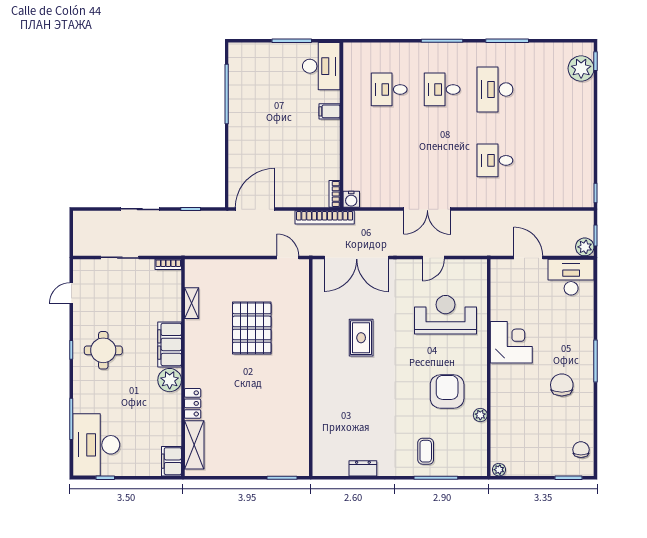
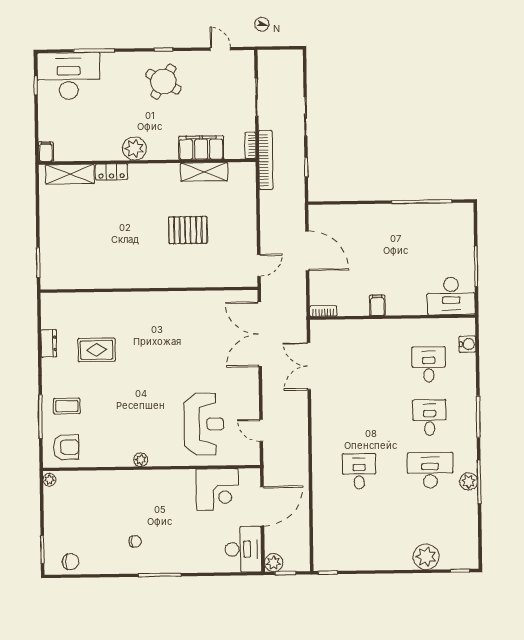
plant: (507, 51) -> (469, 481), added
plant: (581, 68) -> (426, 557), moved
filing cabinet: (330, 111) -> (377, 305), moved
water cooler: (351, 199) -> (467, 344), moved, turned 180
door: (255, 209) -> (307, 251), moved
double door: (427, 209) -> (309, 366), moved
bookcase: (325, 217) -> (266, 160), moved, turned 180
door: (433, 258) -> (261, 430), moved
door: (528, 258) -> (262, 506), width x1.36
shelving: (192, 303) -> (204, 172), width x1.50, depth x1.33
pallet: (252, 328) -> (188, 230), width x0.73, depth x0.71
rug: (361, 338) -> (97, 350), moved
corner desk: (511, 342) -> (218, 490), moved
filing cabinet: (170, 344) -> (201, 148), moved
round table: (103, 350) -> (163, 82), turned 31
chair: (562, 385) -> (135, 541), width x0.54, depth x0.54
armchair: (447, 391) -> (66, 447), moved, width x0.73, depth x0.73
plant: (480, 415) -> (141, 460), moved
filing cabinet: (171, 461) -> (46, 152), width x0.50

